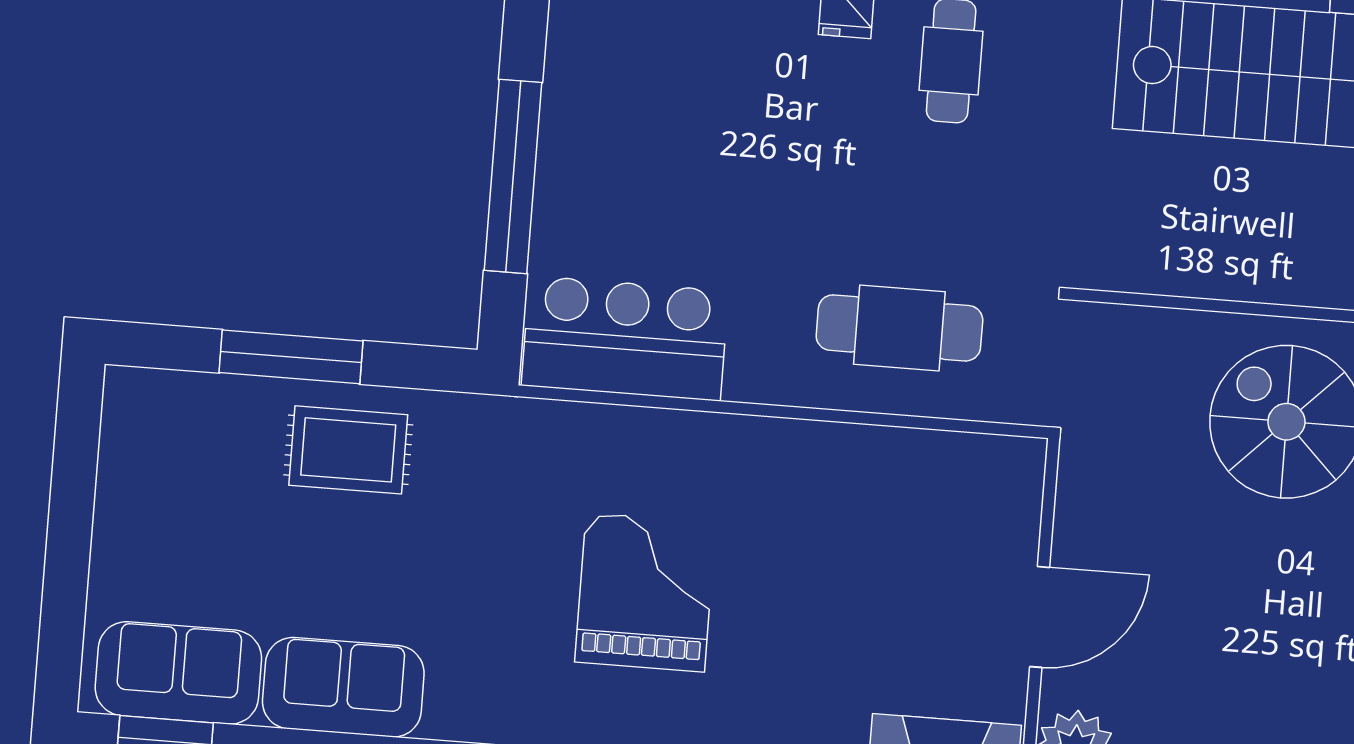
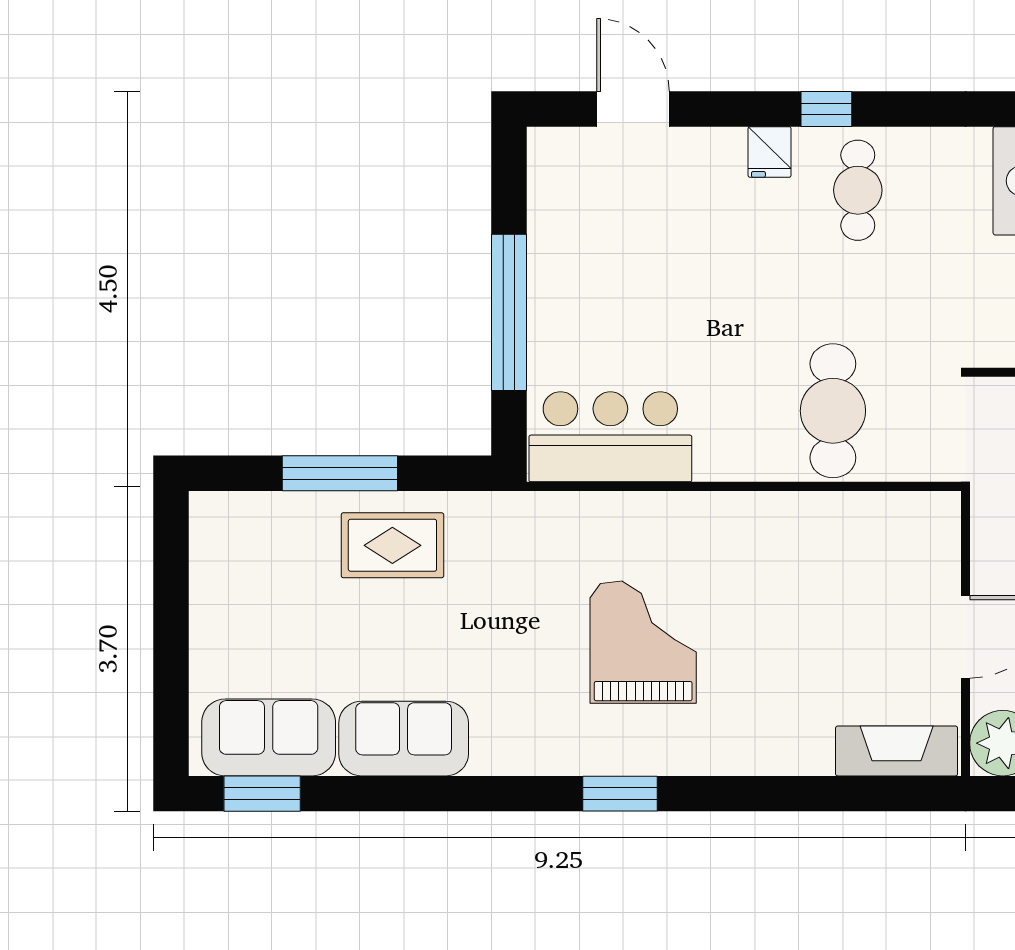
cafe table: (899, 328) -> (833, 411), turned 90

